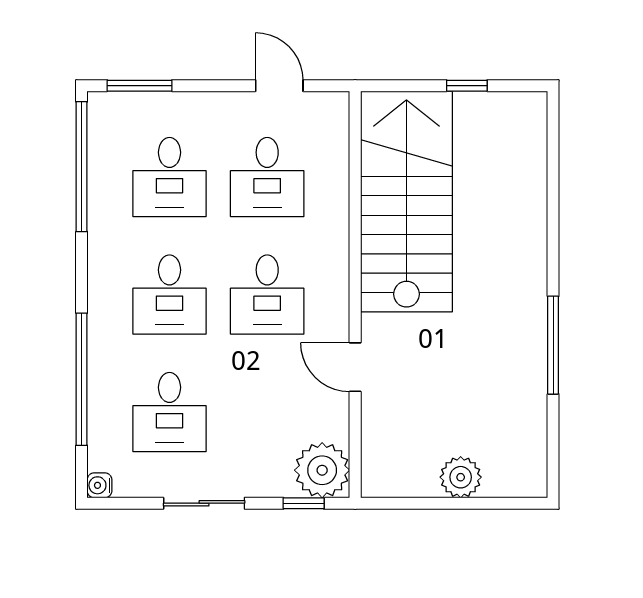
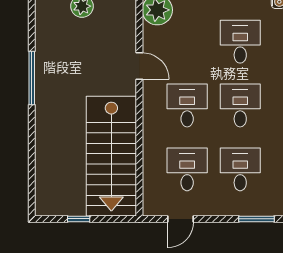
door: (279, 86) -> (181, 219), hinge flipped

